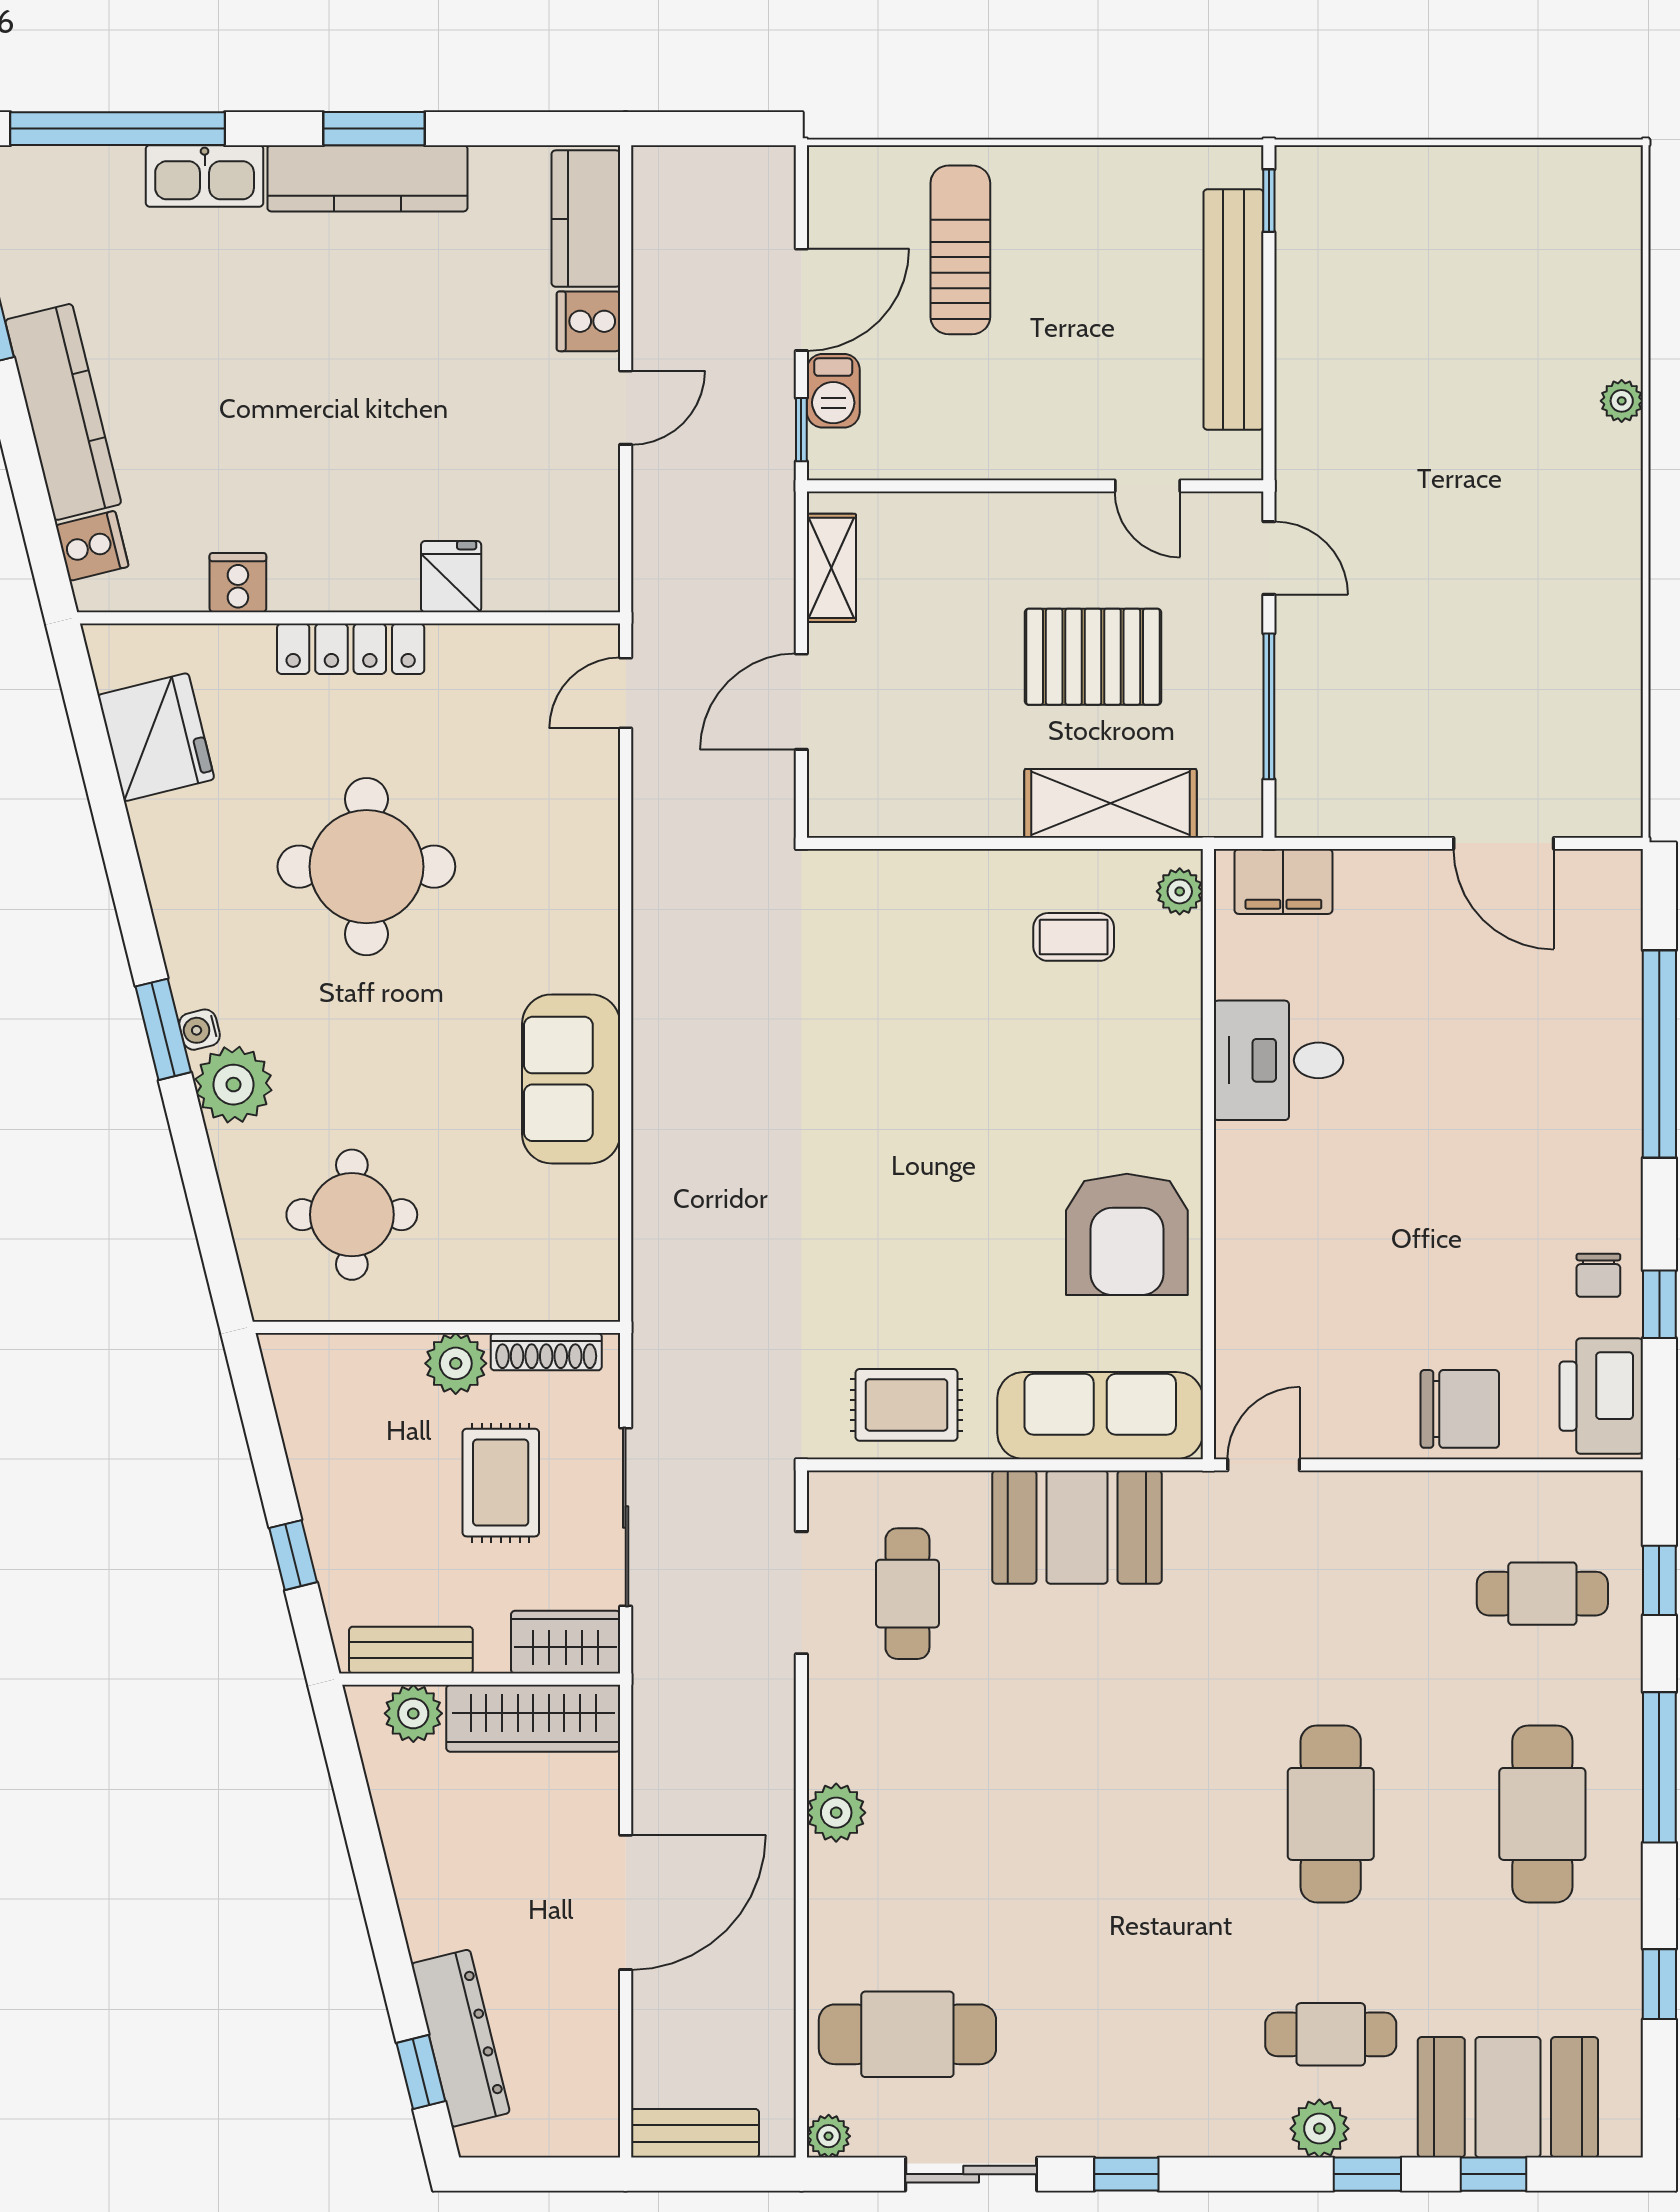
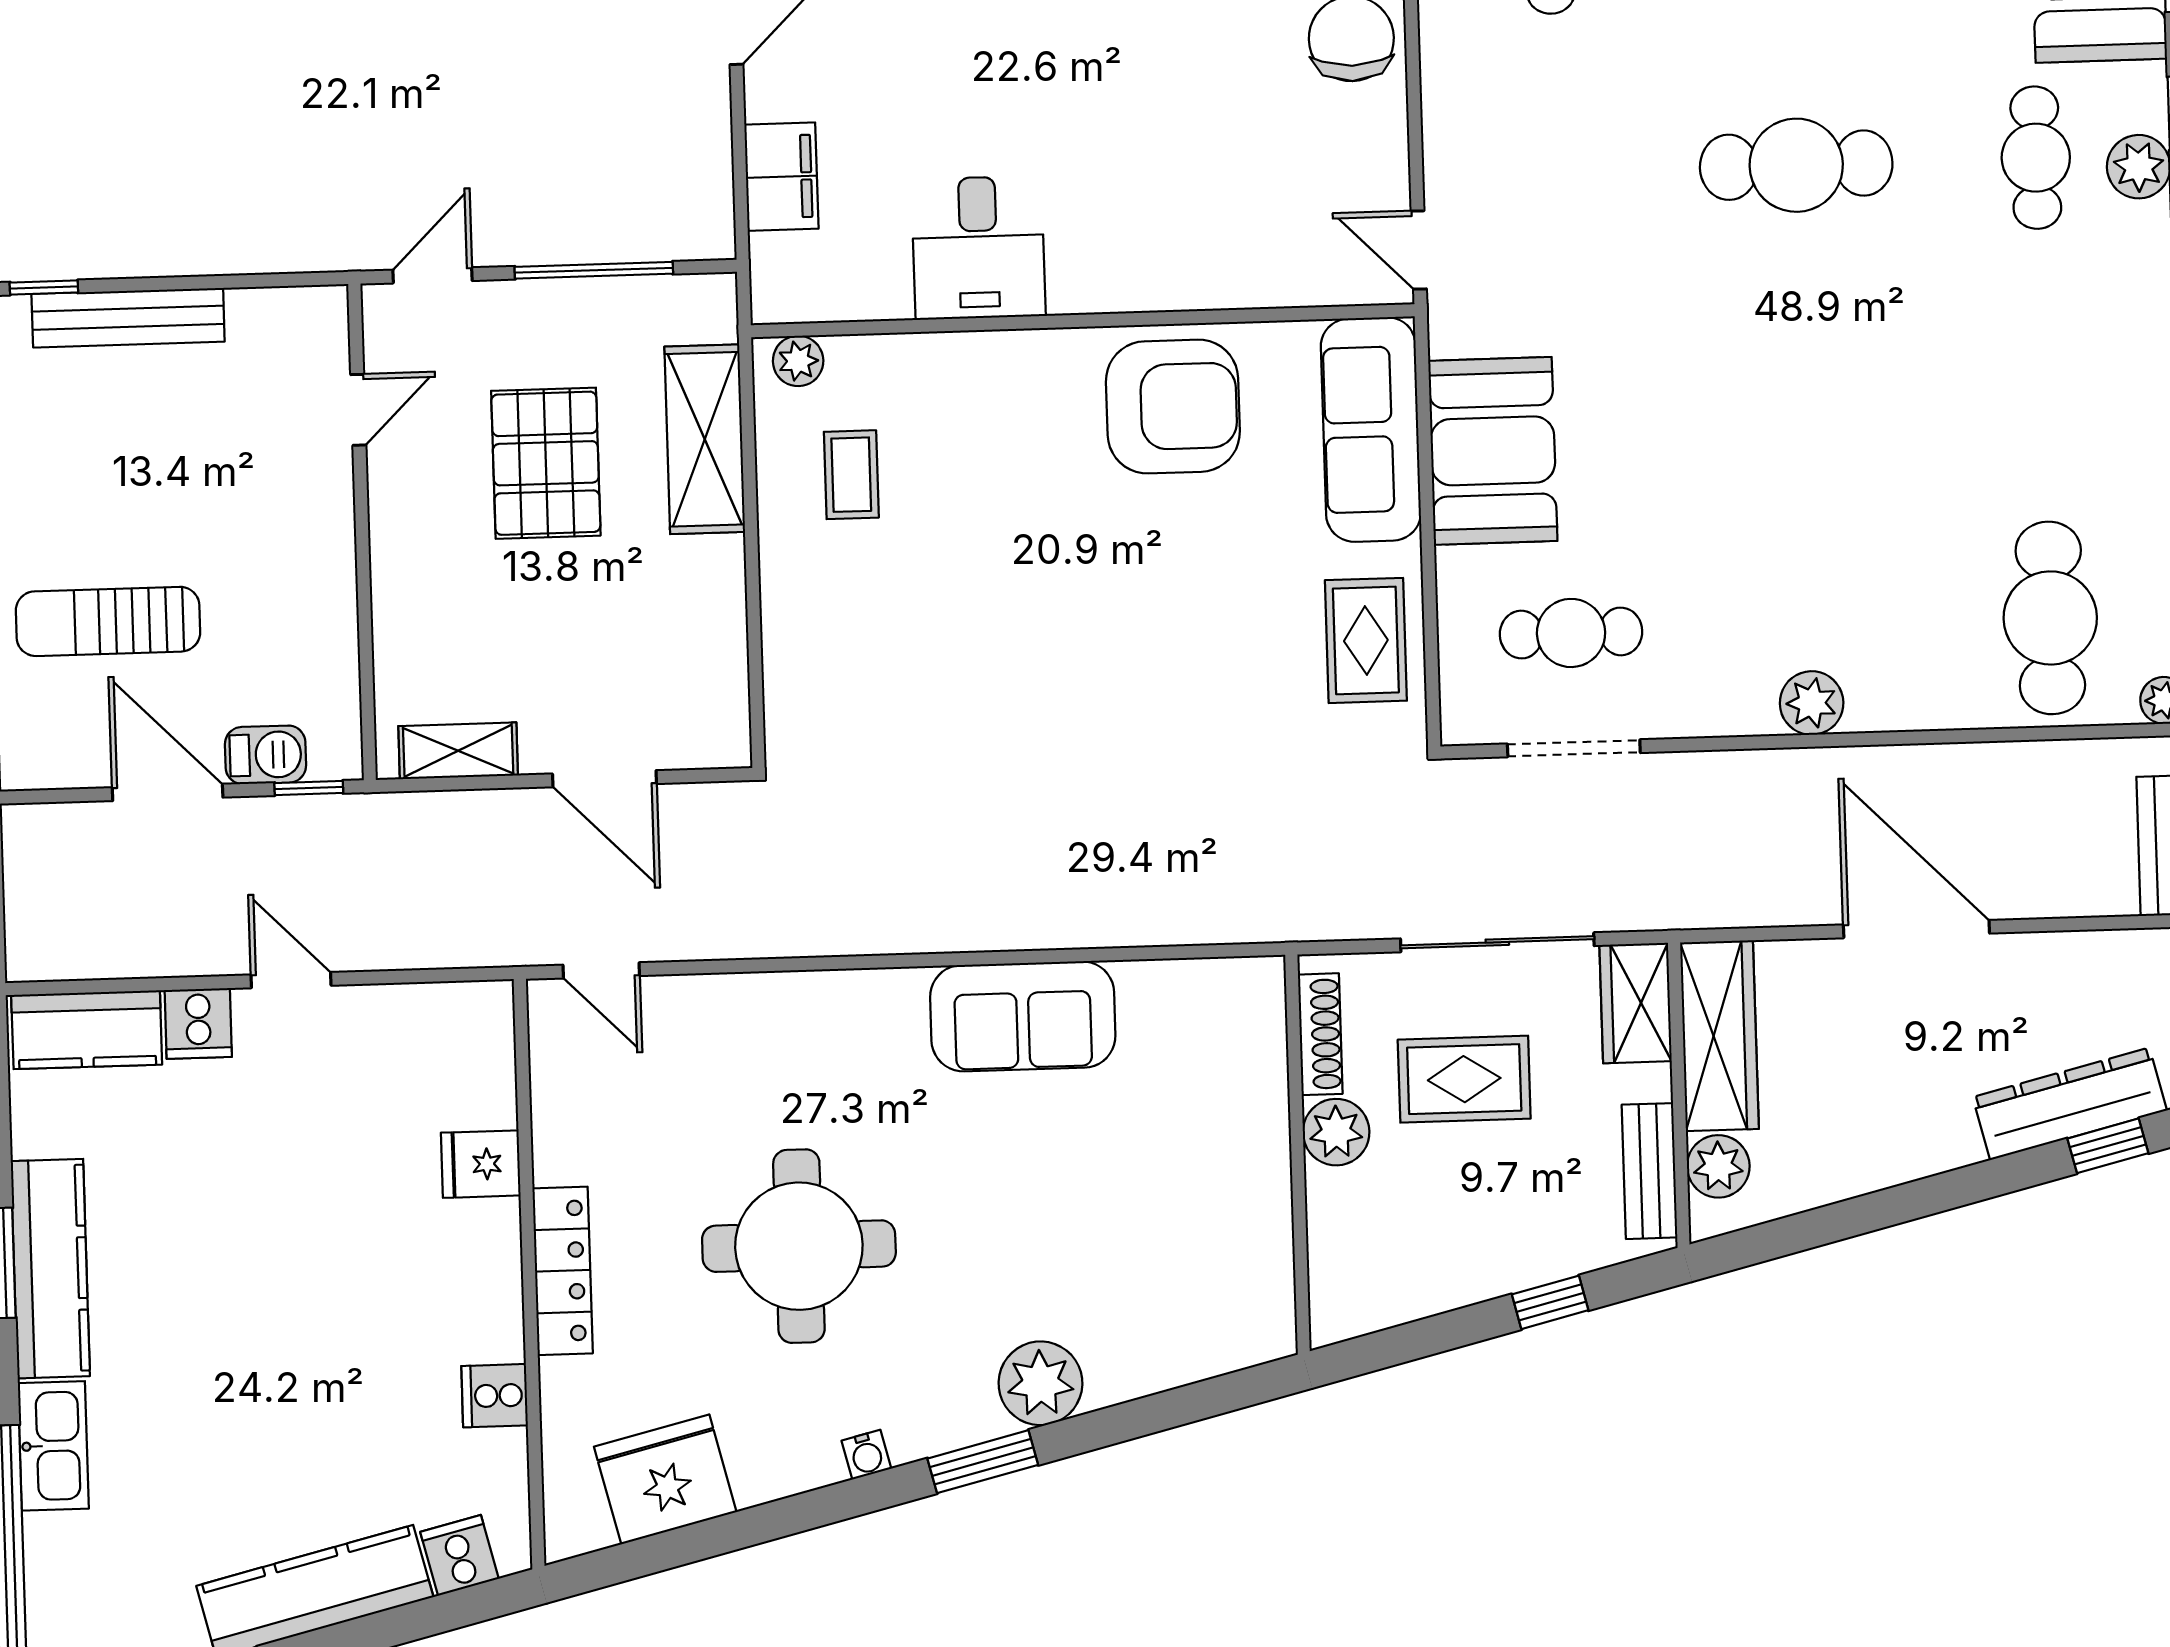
bench: (1233, 309) -> (128, 318), width x0.73, depth x0.82
filing cabinet: (1283, 881) -> (781, 177), moved
water cooler: (199, 1030) -> (866, 1455), moved
round table: (352, 1215) -> (1178, 1250), removed

